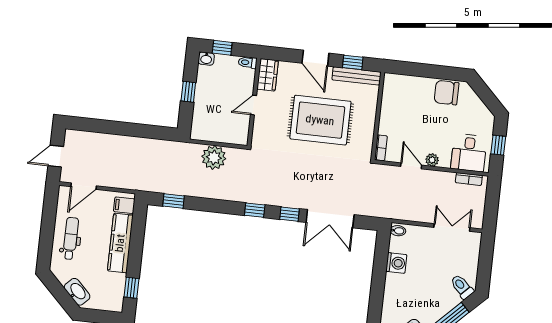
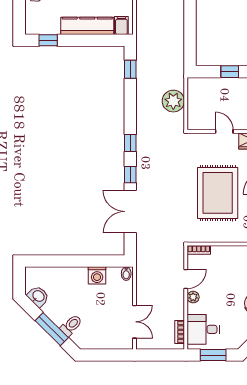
window: (498, 145) -> (213, 355), width x1.50
toilet: (462, 287) -> (71, 325), moved

